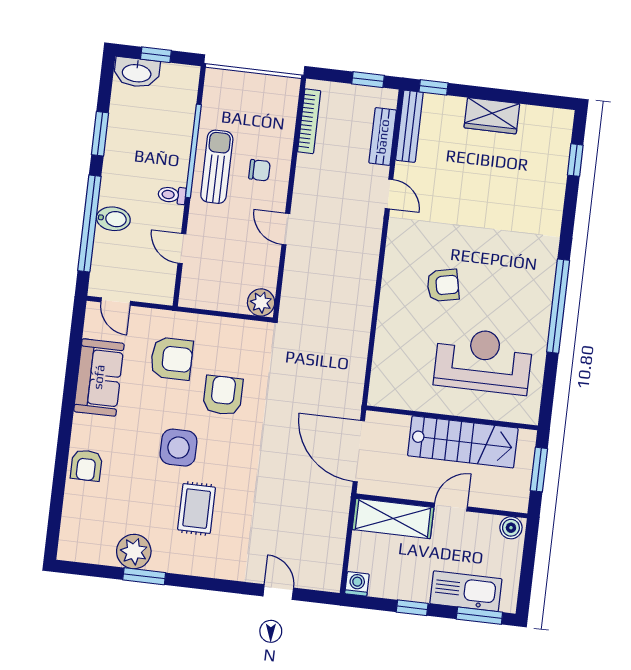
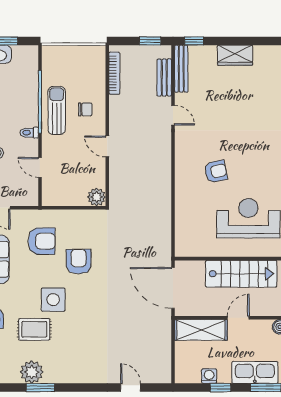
rug: (197, 509) -> (34, 329), moved, turned 90
washing machine: (357, 584) -> (209, 376), moved

